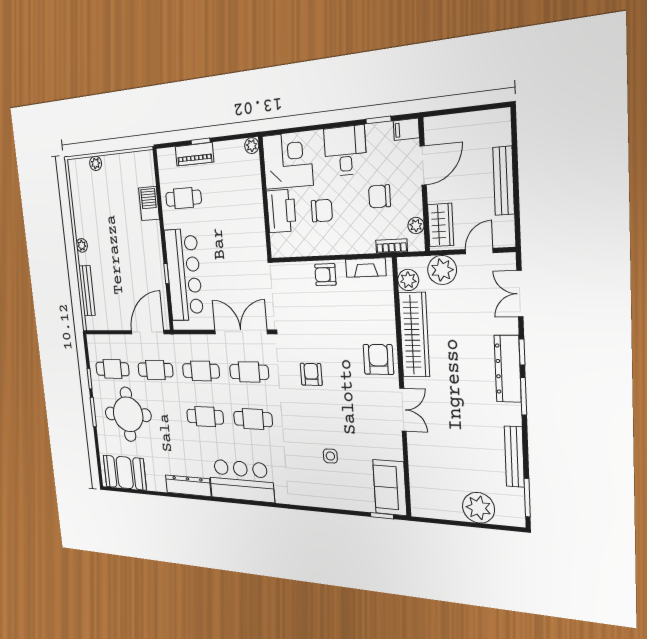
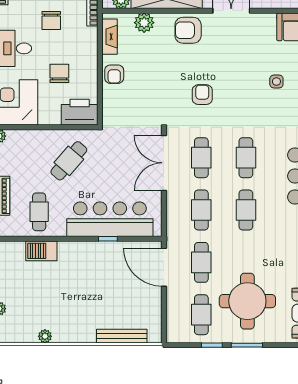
printer: (281, 211) -> (80, 112), moved
cafe table: (234, 227) -> (69, 161), added
plant: (82, 245) -> (45, 336), moved
plant: (384, 308) -> (144, 23), added
armchair: (311, 374) -> (202, 95), turned 90

